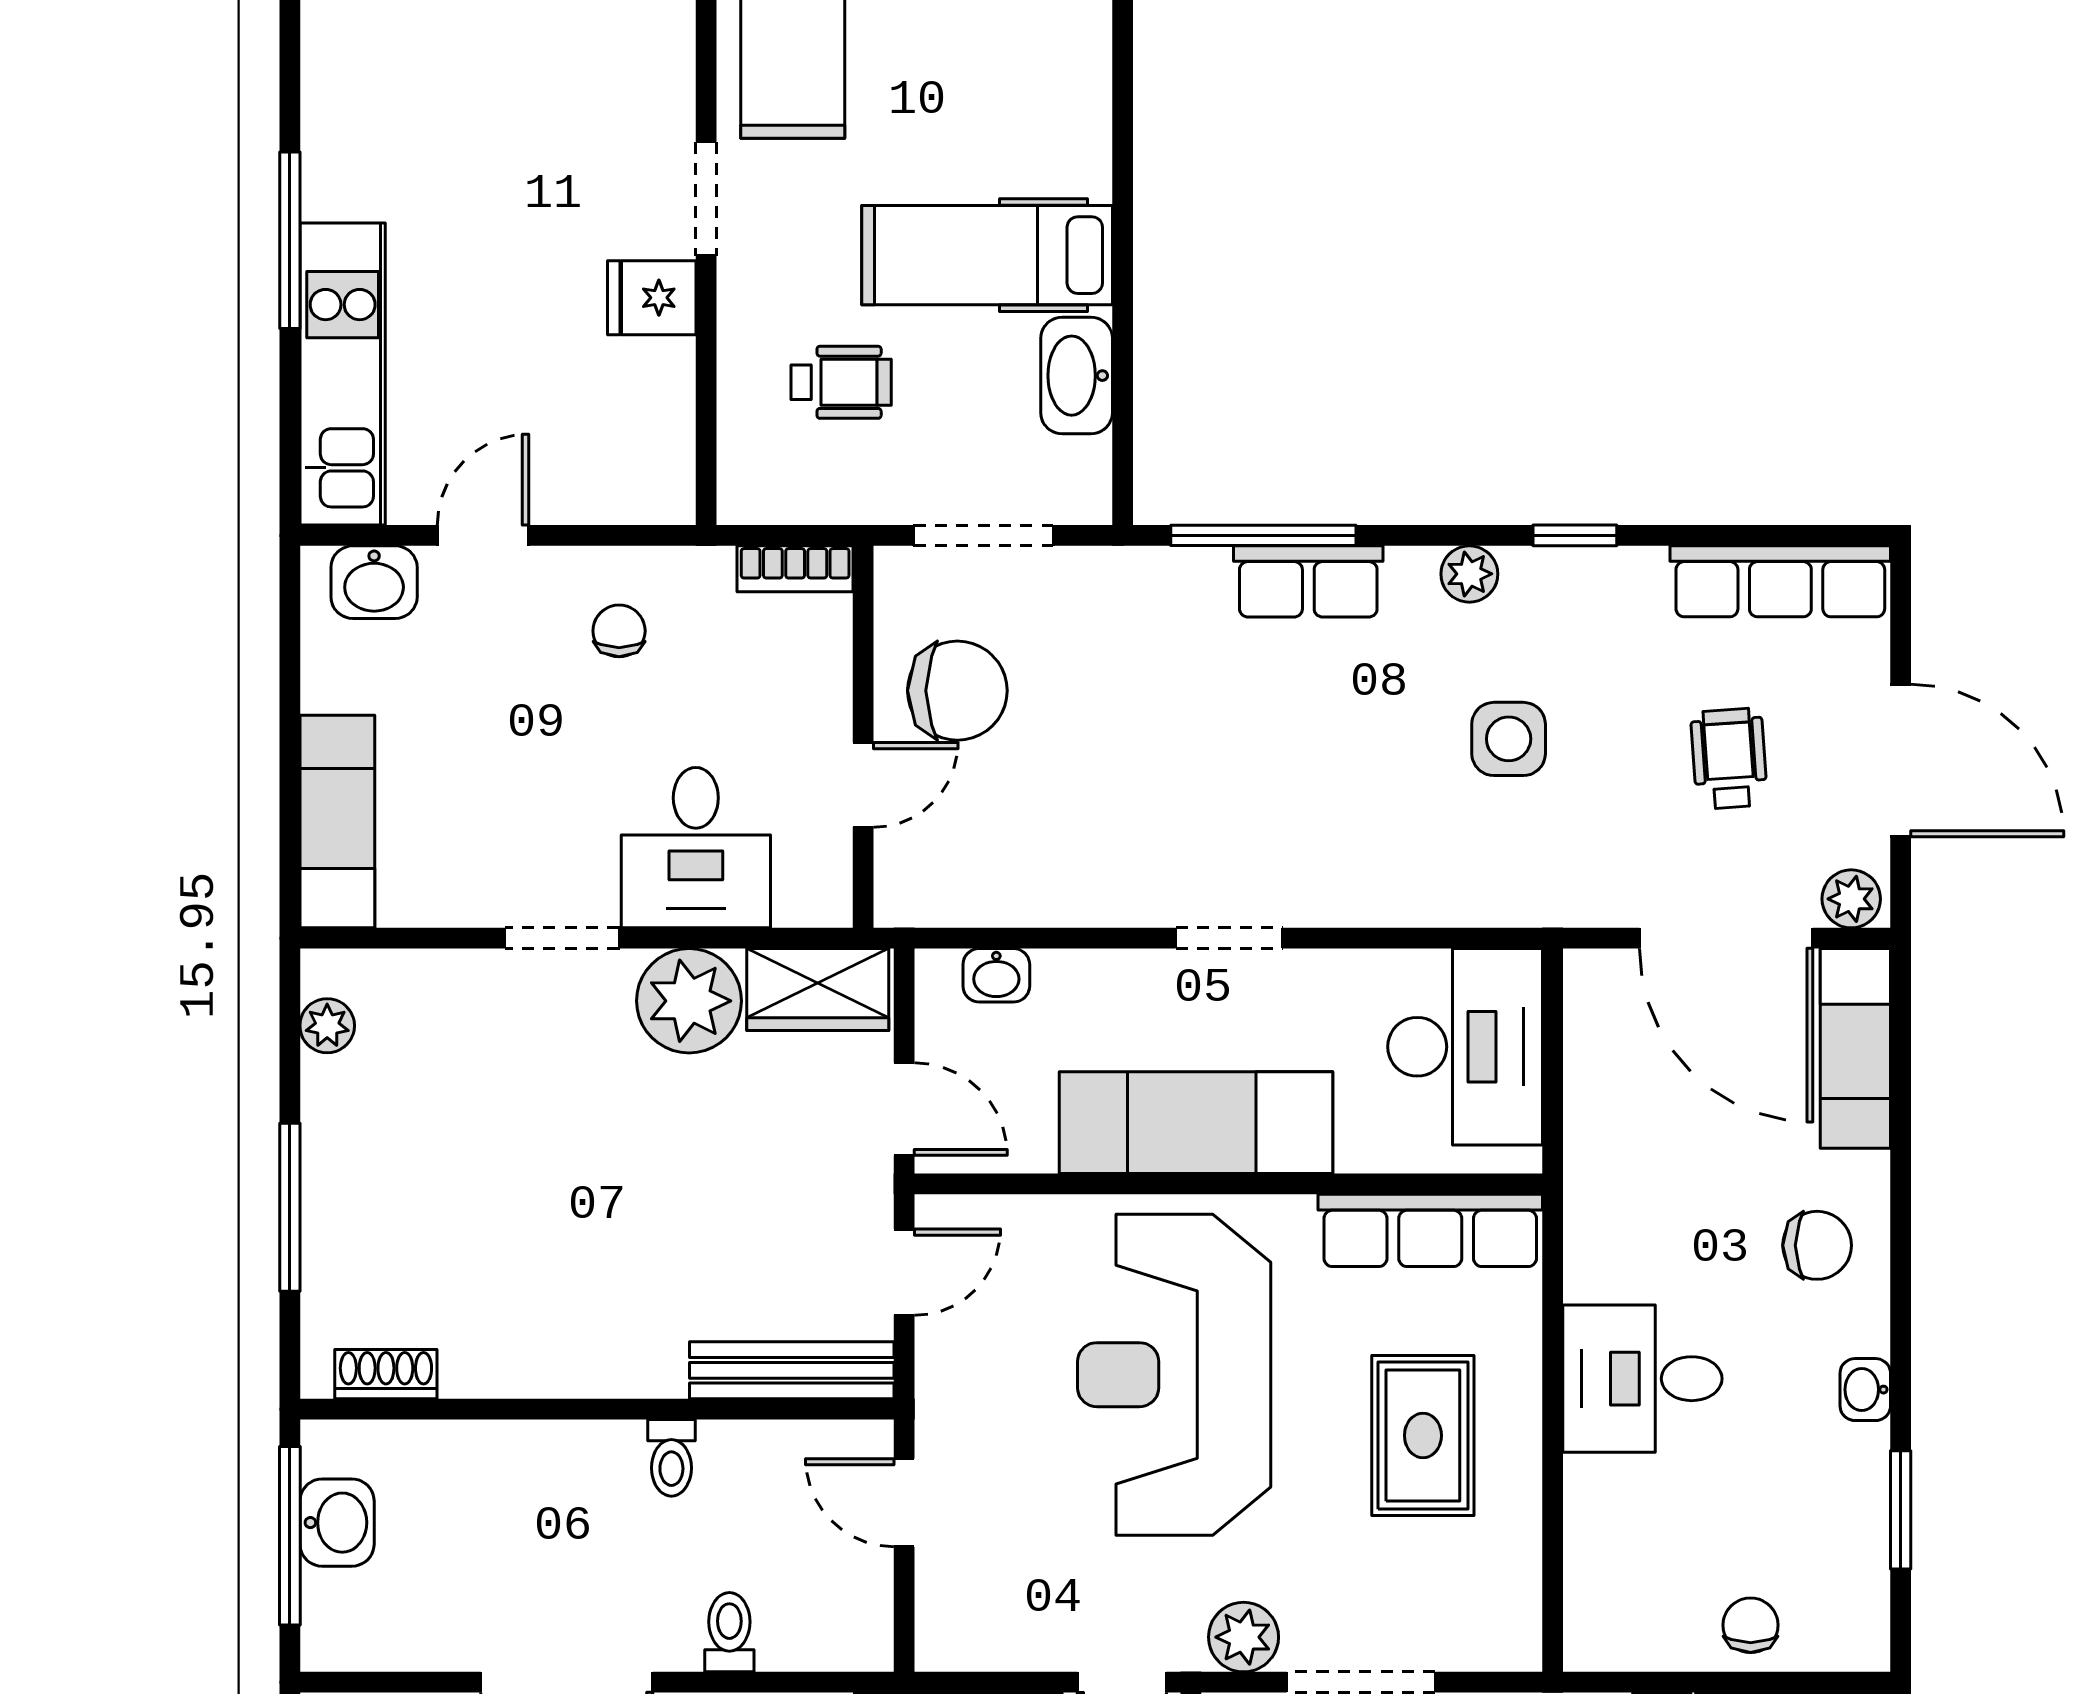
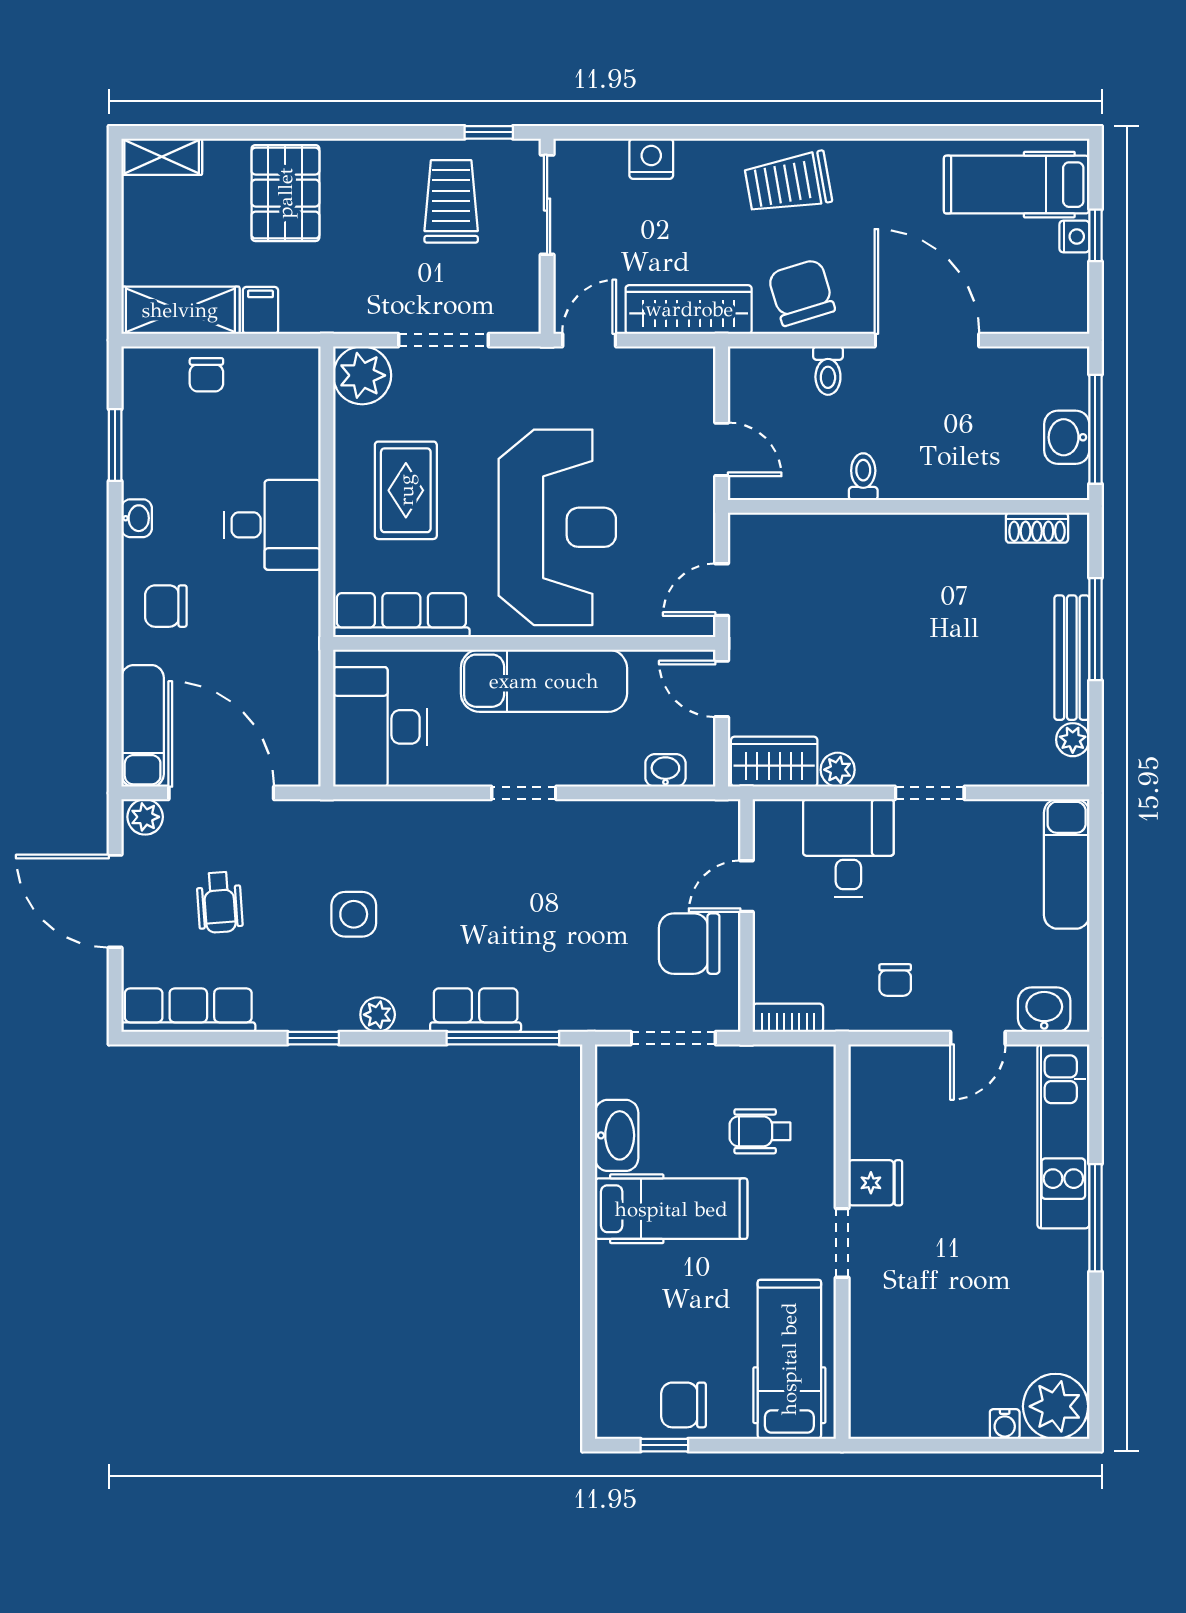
plant: (689, 1001) -> (838, 770), width x0.53, depth x0.53
bench: (792, 1370) -> (1072, 658), moved, turned 90
plant: (1244, 1637) -> (362, 375), moved, width x1.36, depth x1.36

